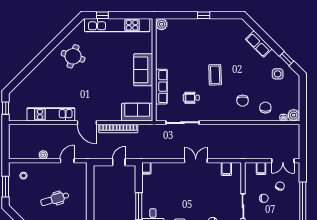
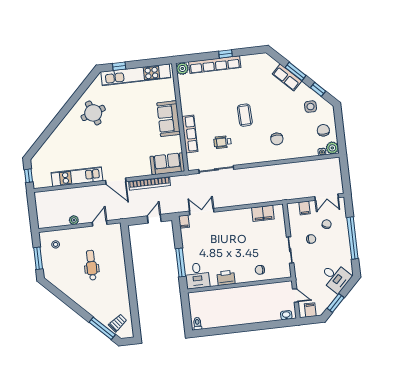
row of seats: (192, 24) -> (215, 65), added
window: (267, 39) -> (296, 71), added
round table: (73, 56) -> (93, 113), turned -38
chair: (265, 108) -> (323, 130), moved
double door: (196, 161) -> (202, 212), moved
filing cabinet: (226, 169) -> (263, 213), width x2.00
dental chair: (55, 199) -> (91, 265), turned 107

